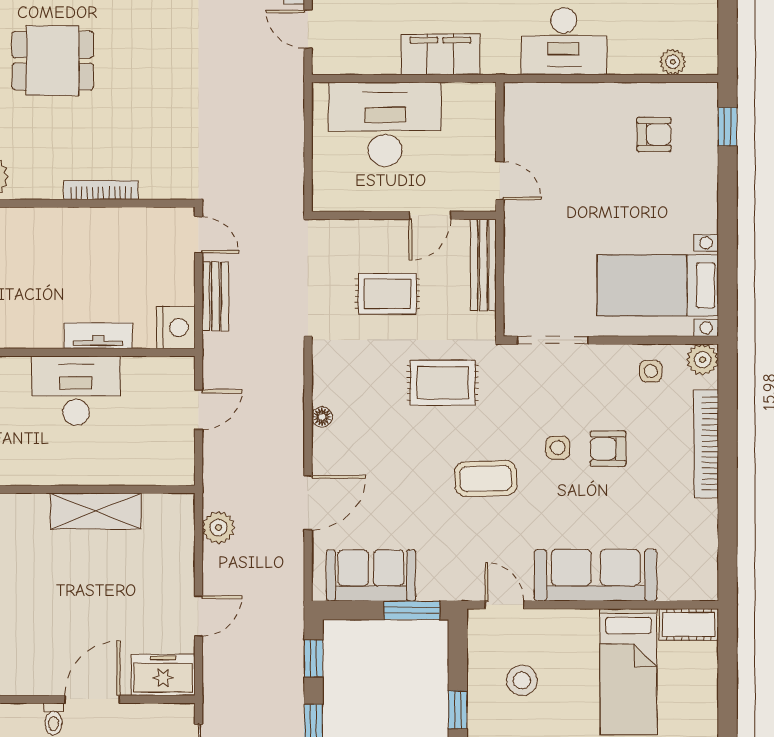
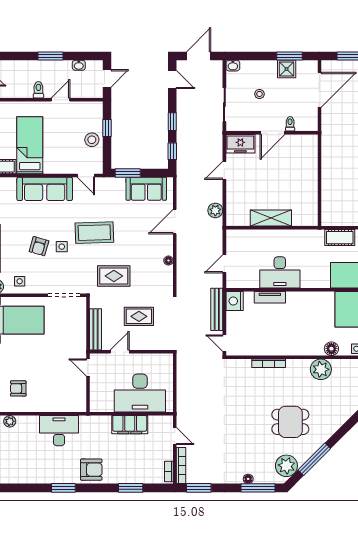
filing cabinet: (440, 54) -> (130, 425), moved
bench: (215, 296) -> (217, 309), width x1.36
armchair: (608, 449) -> (39, 246), turned 106
coffee table: (486, 479) -> (94, 233), width x1.36, depth x1.32
stool: (522, 680) -> (92, 140), moved

